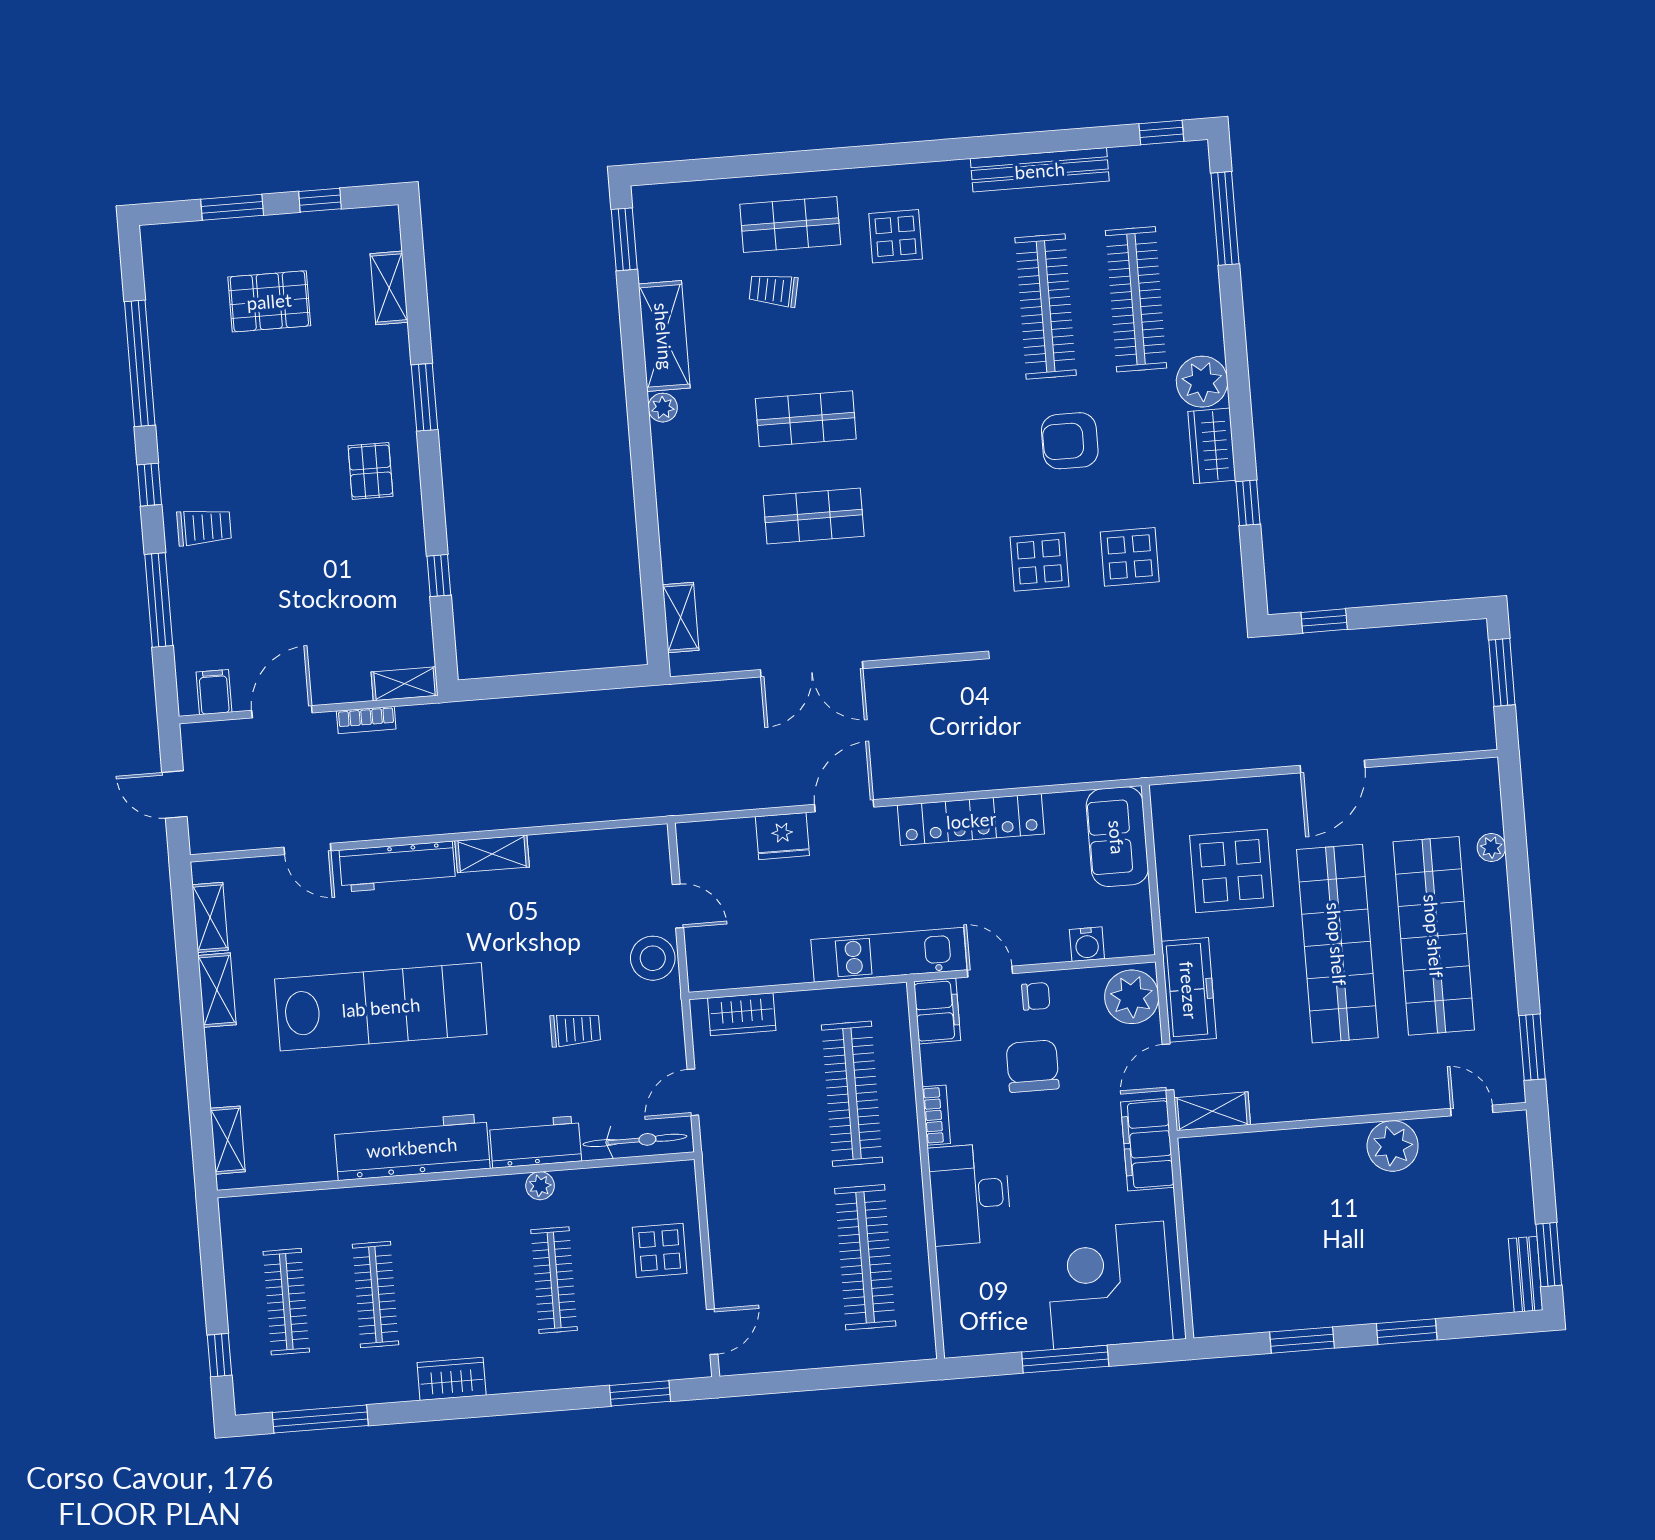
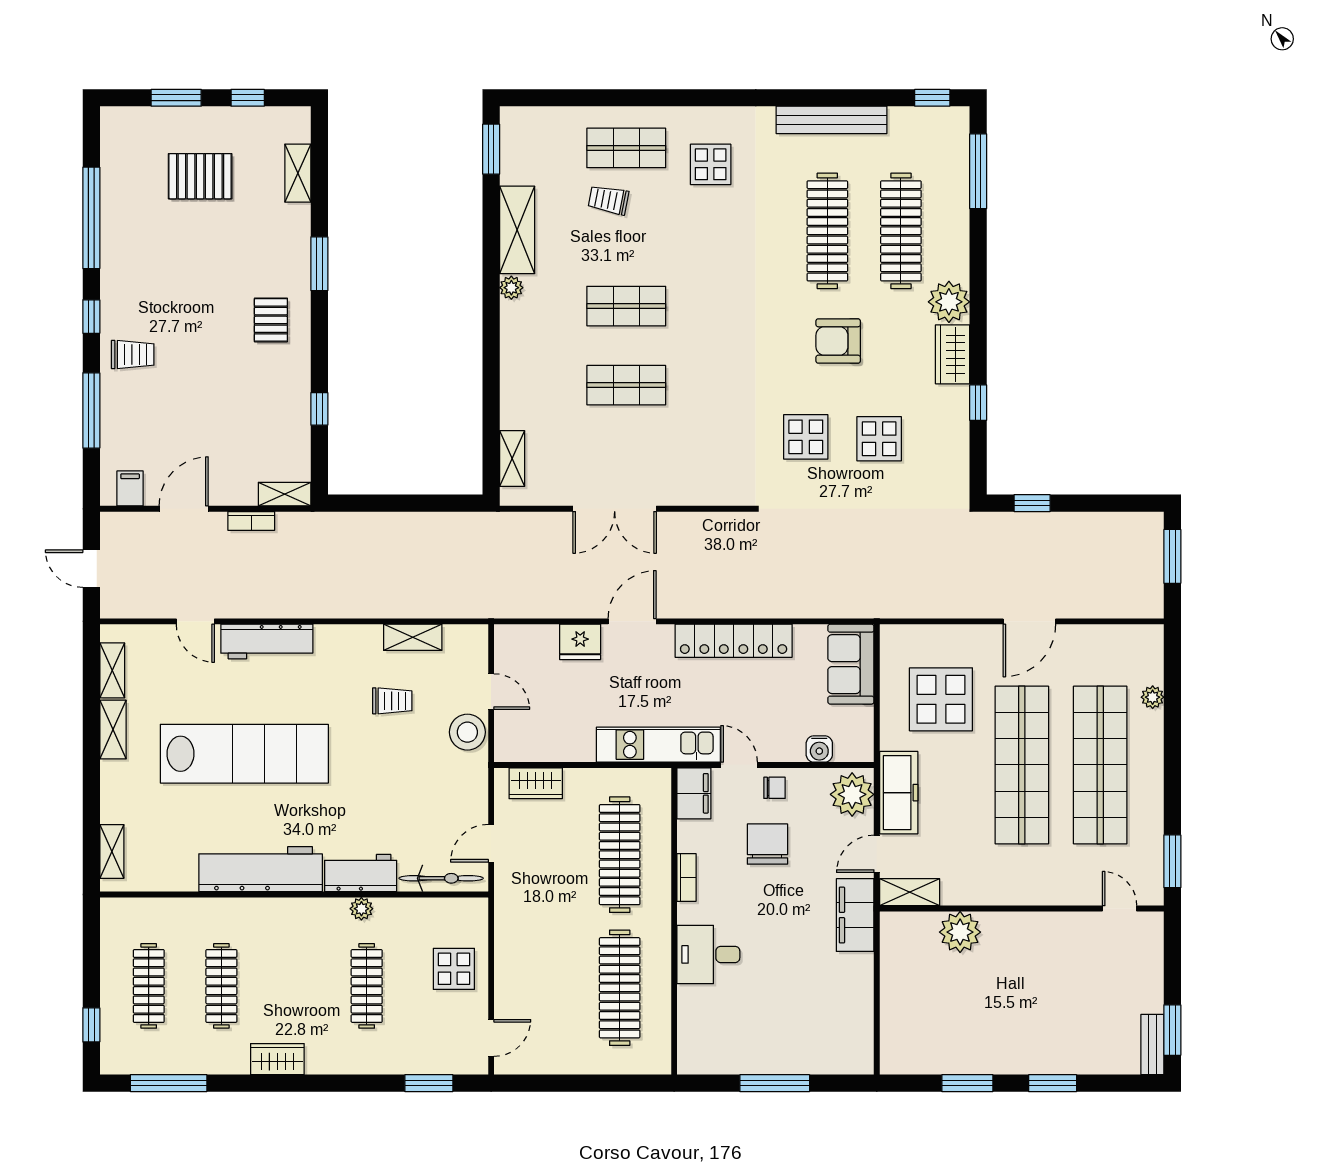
shelving: (492, 854) -> (413, 637), moved
trolley: (575, 1030) -> (392, 701), moved
plant: (1393, 1146) -> (960, 932), moved
desk: (970, 1194) -> (708, 954), width x0.73
corner desk: (1109, 1285) -> (815, 1026), removed

